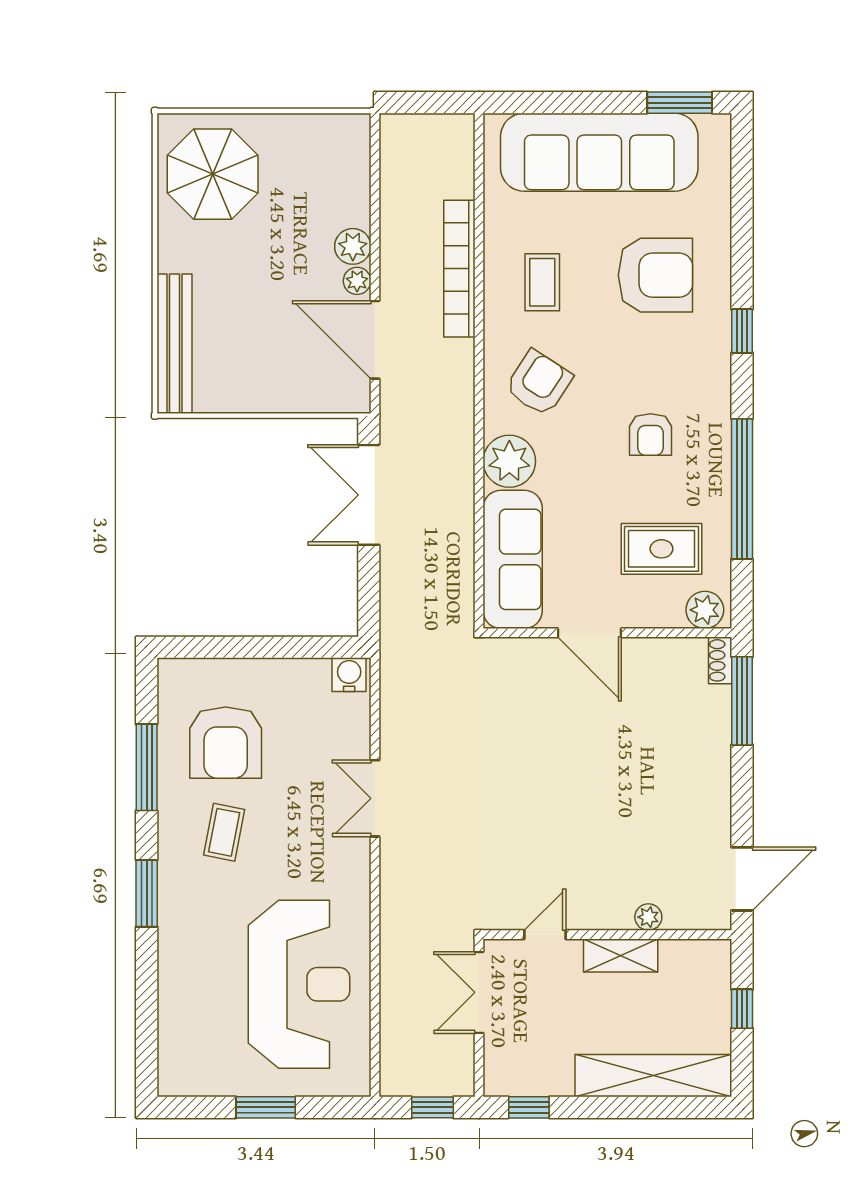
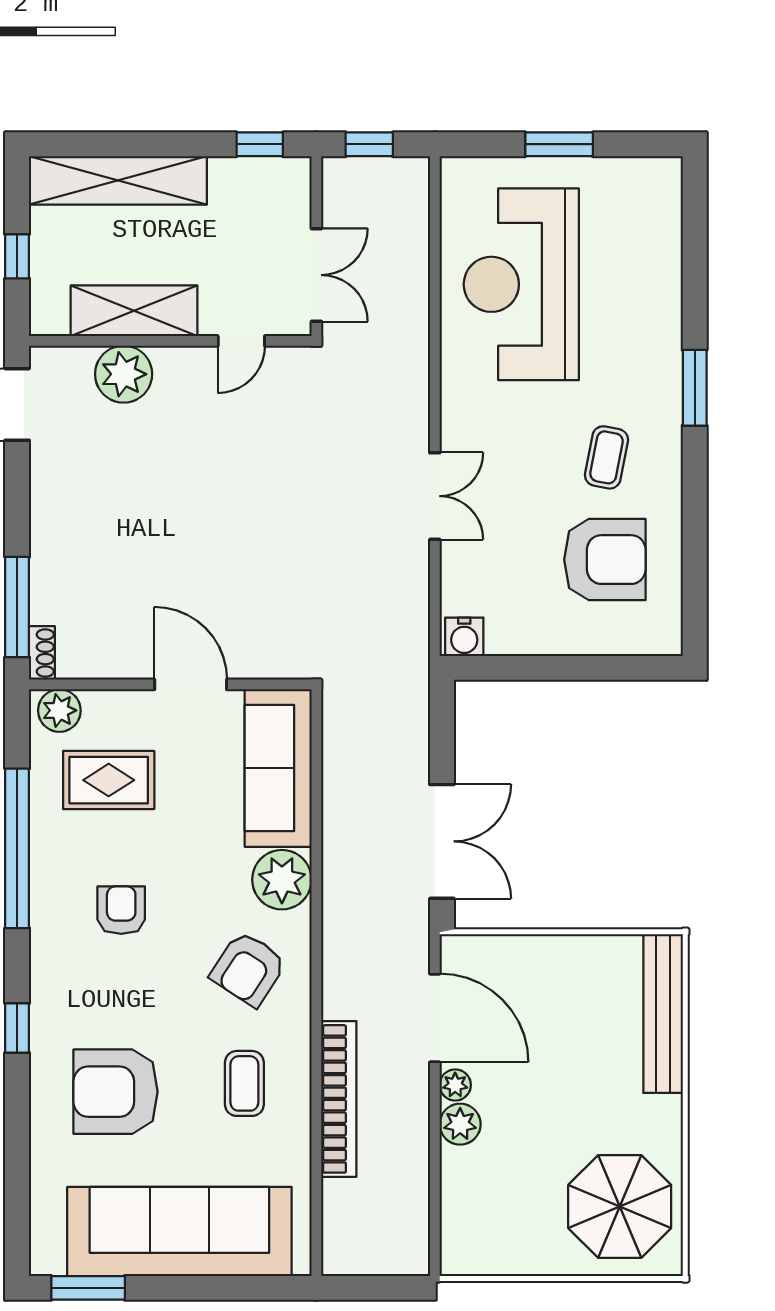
armchair: (226, 743) -> (605, 560), turned 90
window: (147, 767) -> (695, 531), removed
plant: (648, 917) -> (124, 374), width x1.88, depth x1.88
shelving: (621, 955) -> (134, 311), width x1.50, depth x1.33

